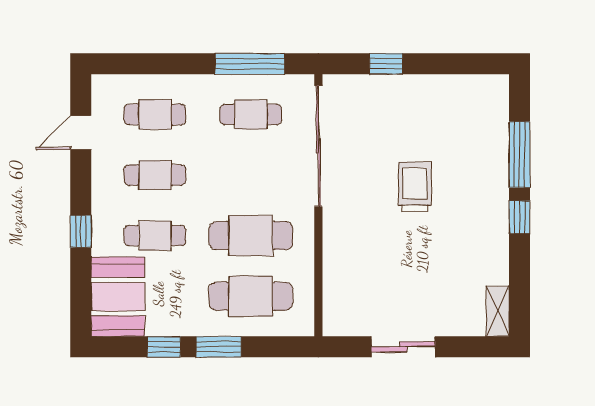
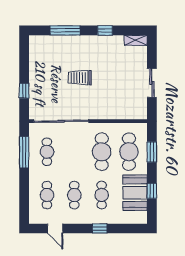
window: (520, 217) -> (105, 30), moved
booth: (118, 297) -> (135, 193), moved, turned 90
window: (219, 347) -> (152, 152), moved

